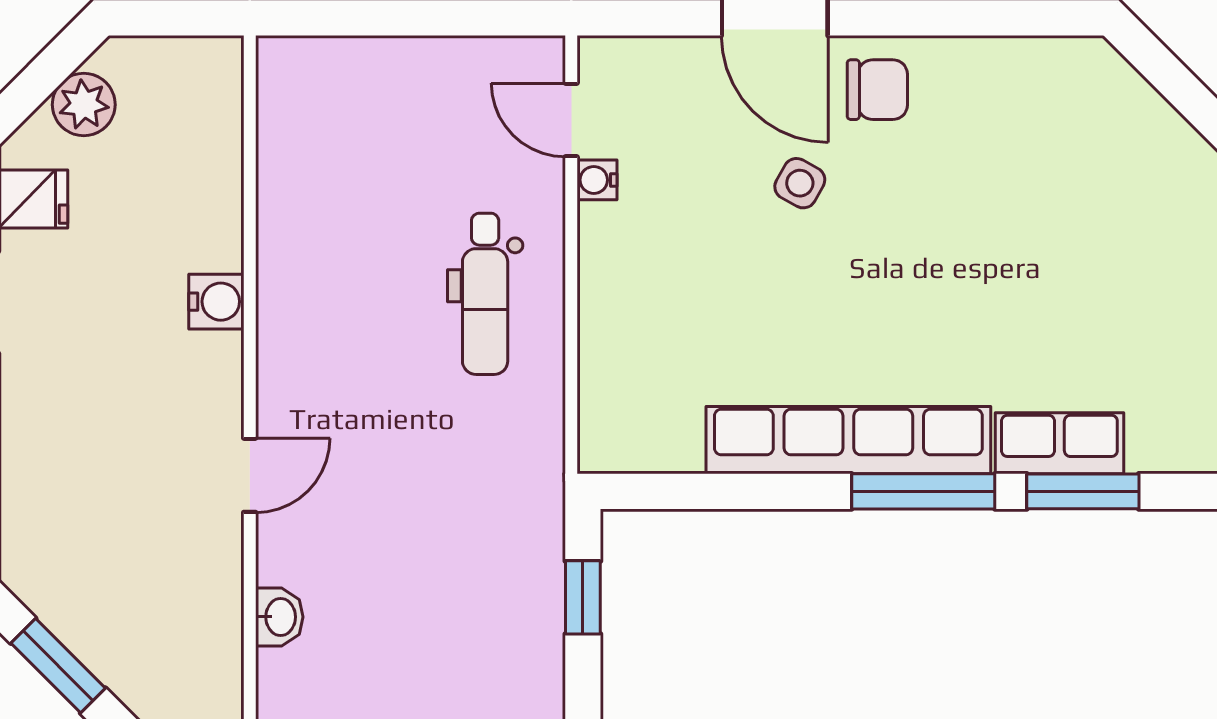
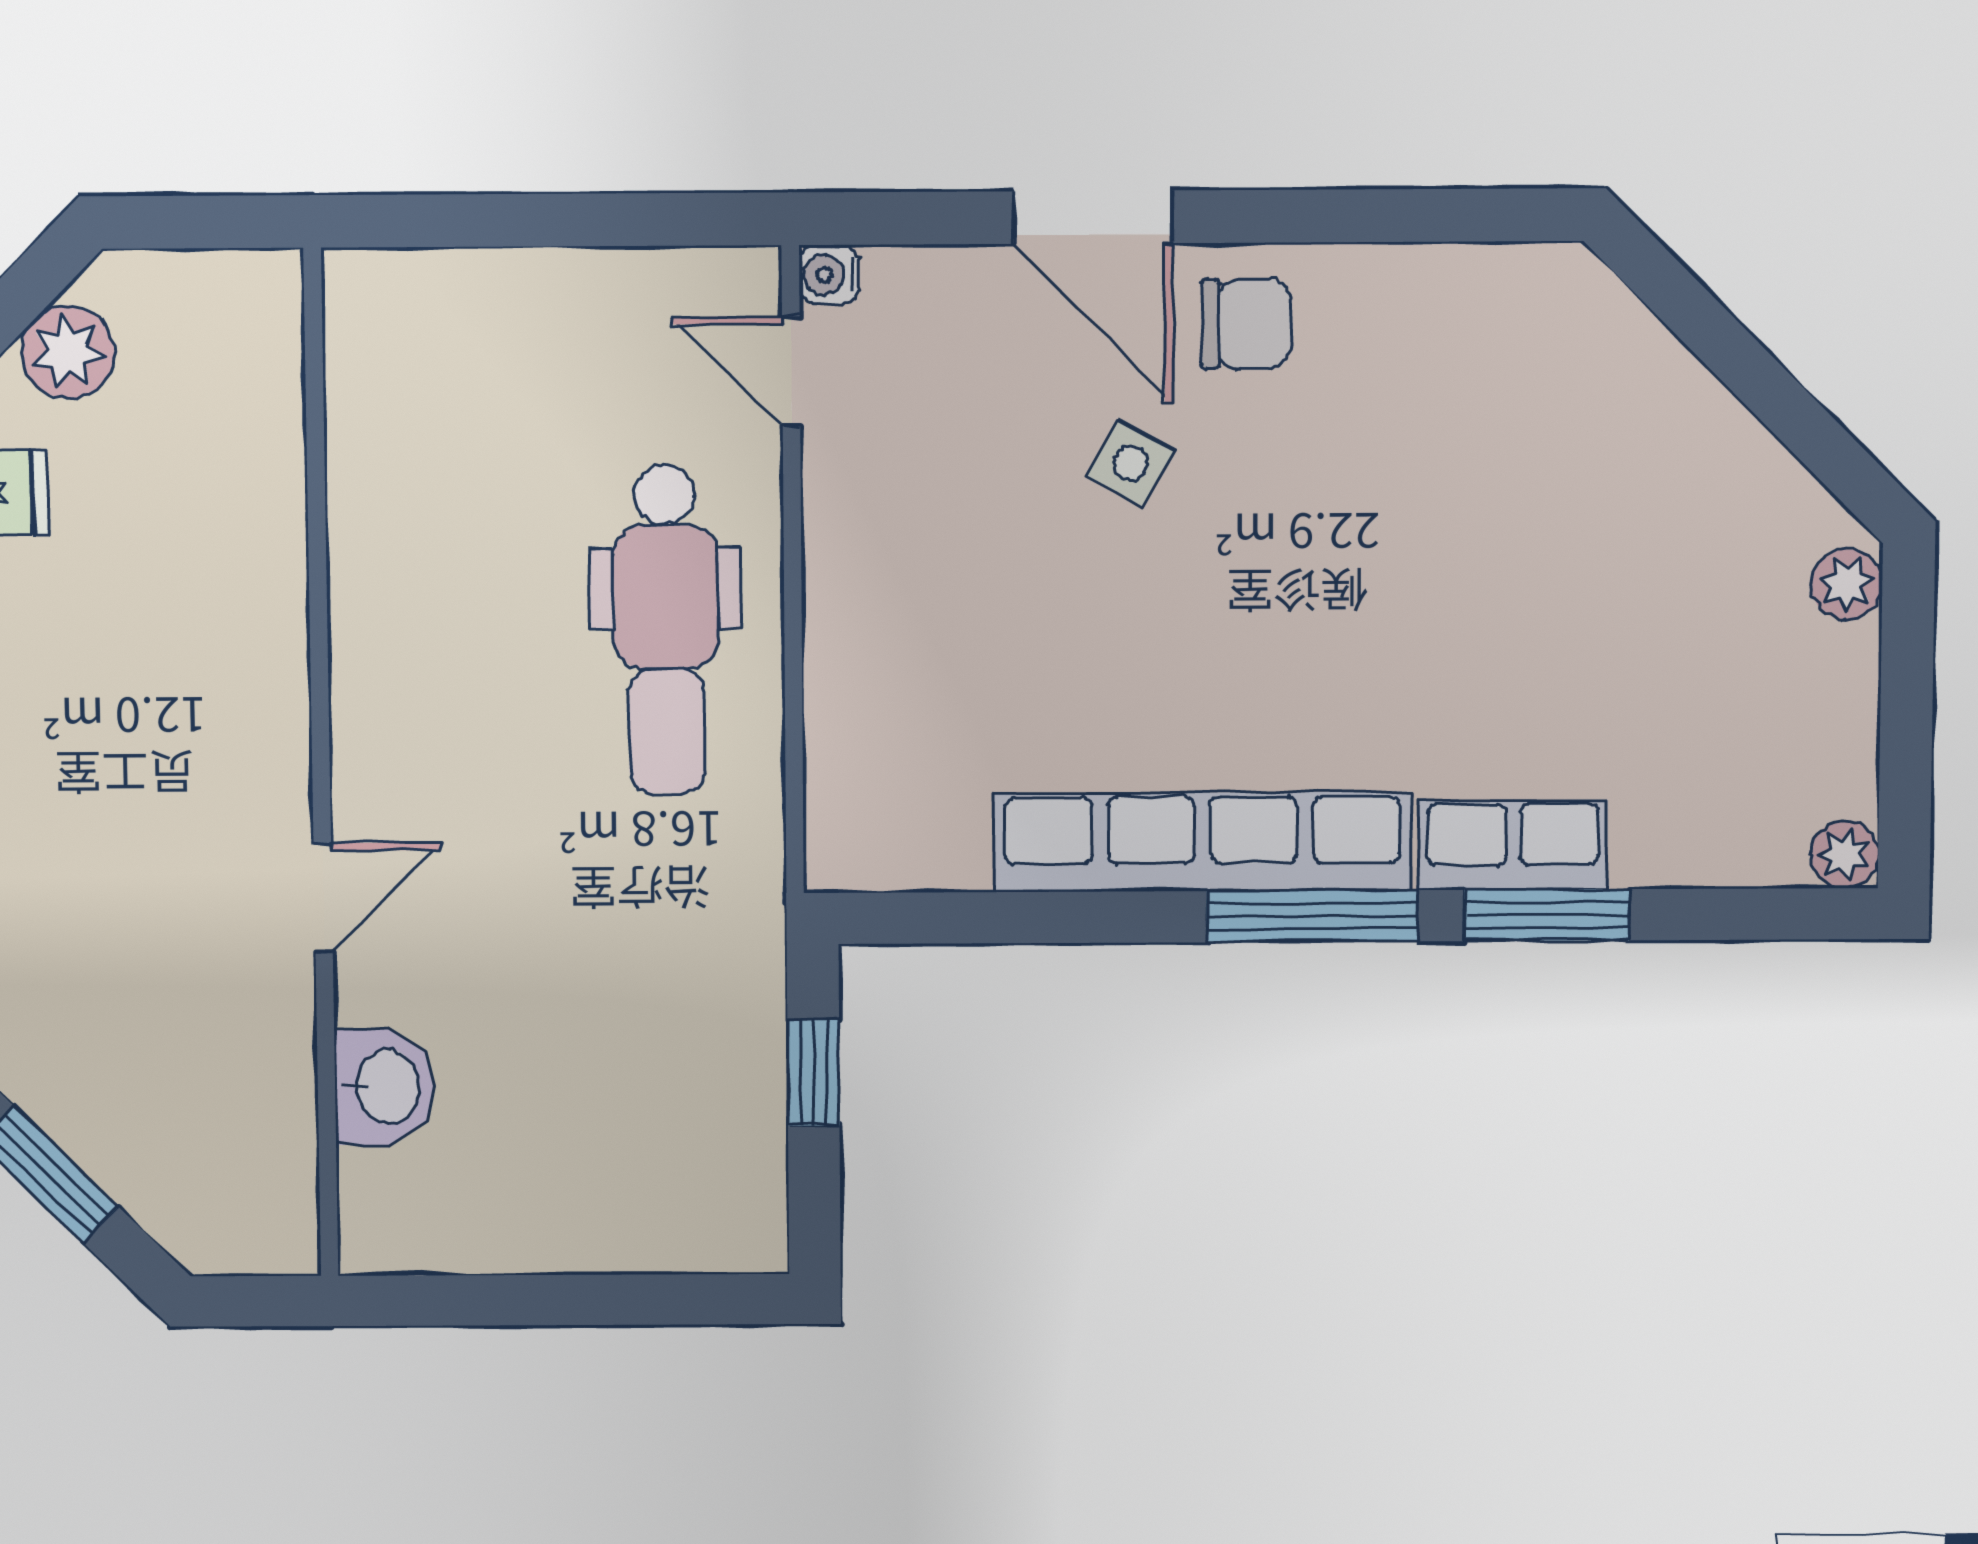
water cooler: (597, 180) -> (829, 275), moved
dental chair: (485, 294) -> (666, 630), width x1.36, depth x1.38
water cooler: (216, 302) -> (270, 643), removed
washbasin: (279, 617) -> (385, 1087), width x1.38, depth x1.45

